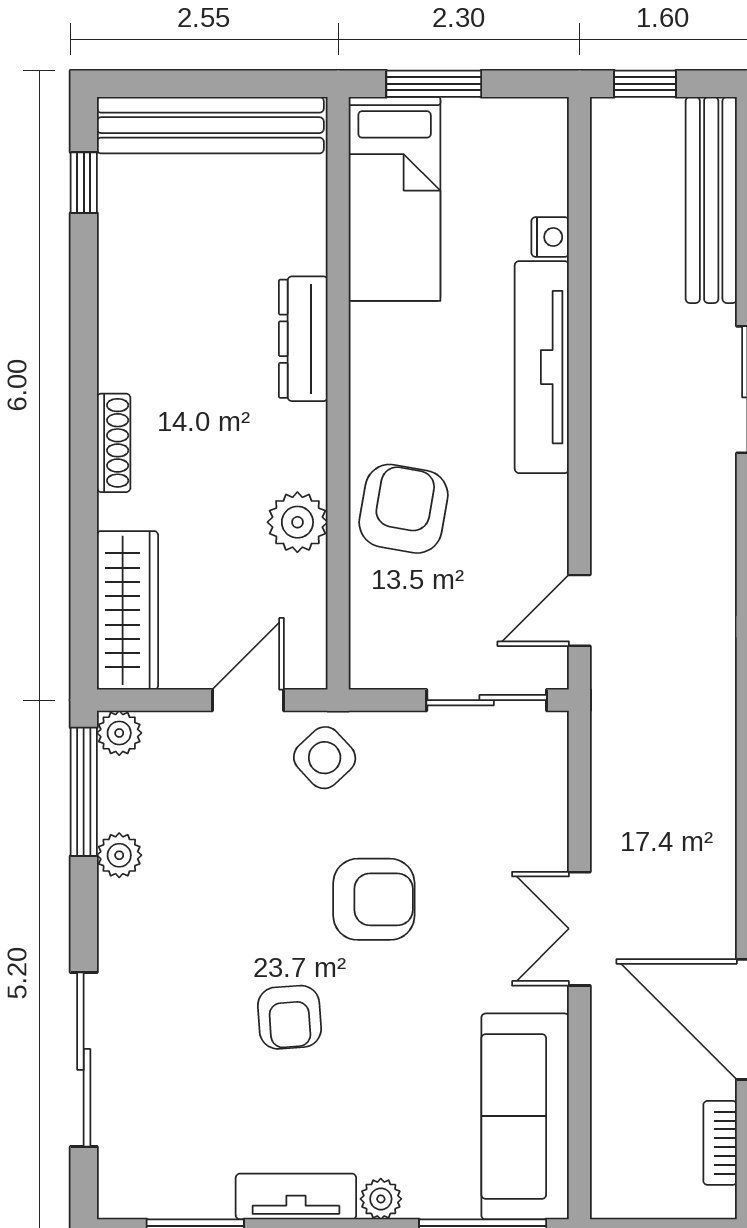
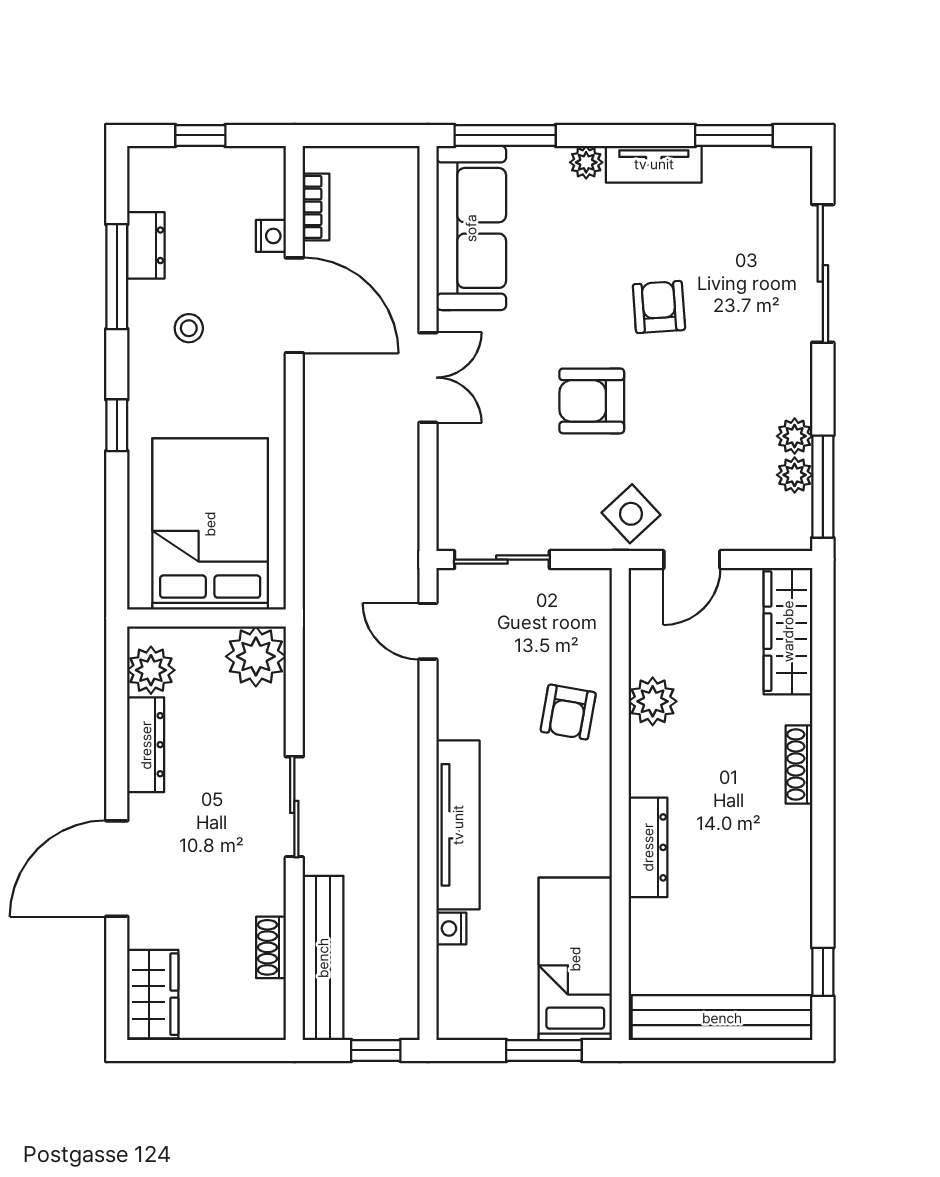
armchair: (403, 509) -> (568, 712), width x0.72, depth x0.72
door: (579, 610) -> (428, 631), swing flipped
plant: (119, 733) -> (795, 475), moved

